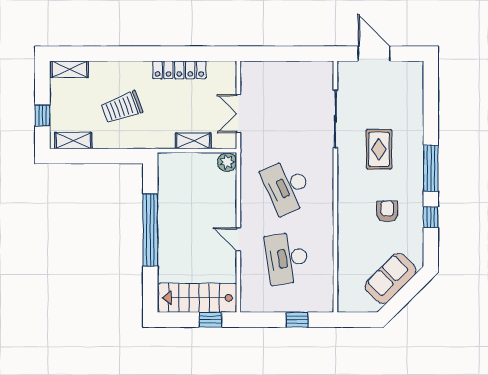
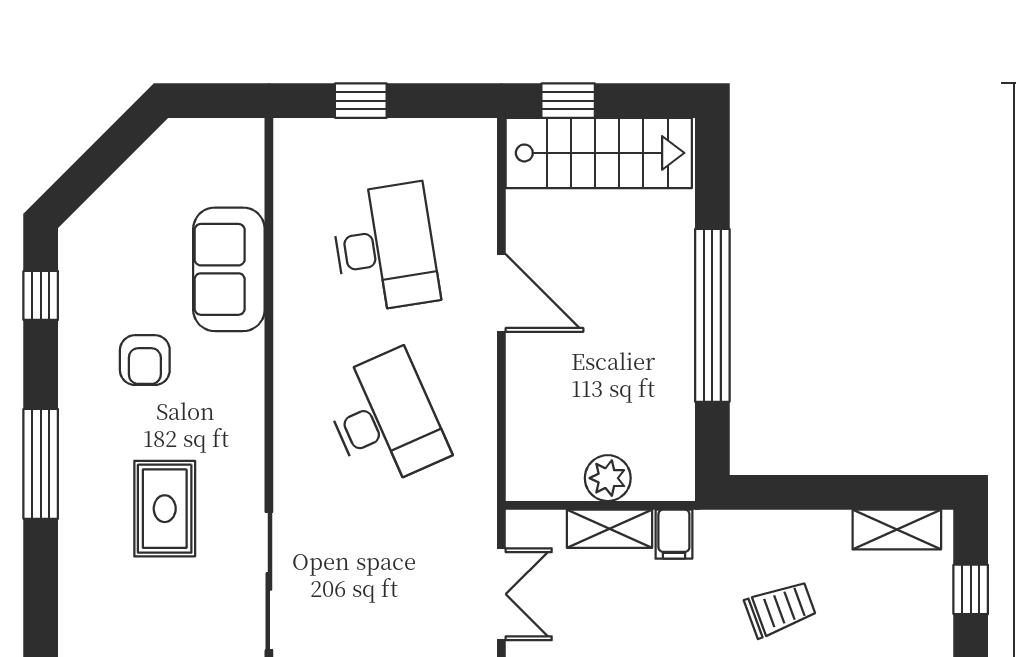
trolley: (122, 107) -> (780, 609), width x0.73, depth x0.72
filing cabinet: (166, 139) -> (674, 534), added
plant: (227, 162) -> (608, 478), moved
window: (431, 217) -> (41, 295), moved
door: (238, 239) -> (501, 293), width x1.38
sofa: (391, 278) -> (229, 269), moved, turned 135

